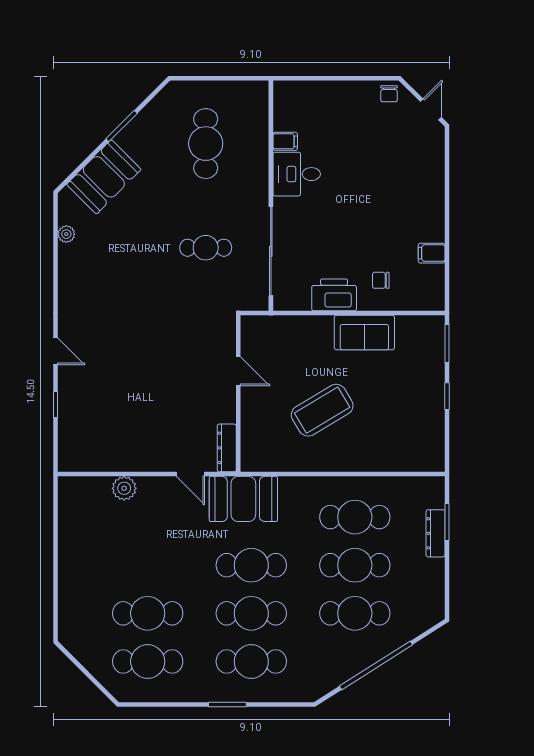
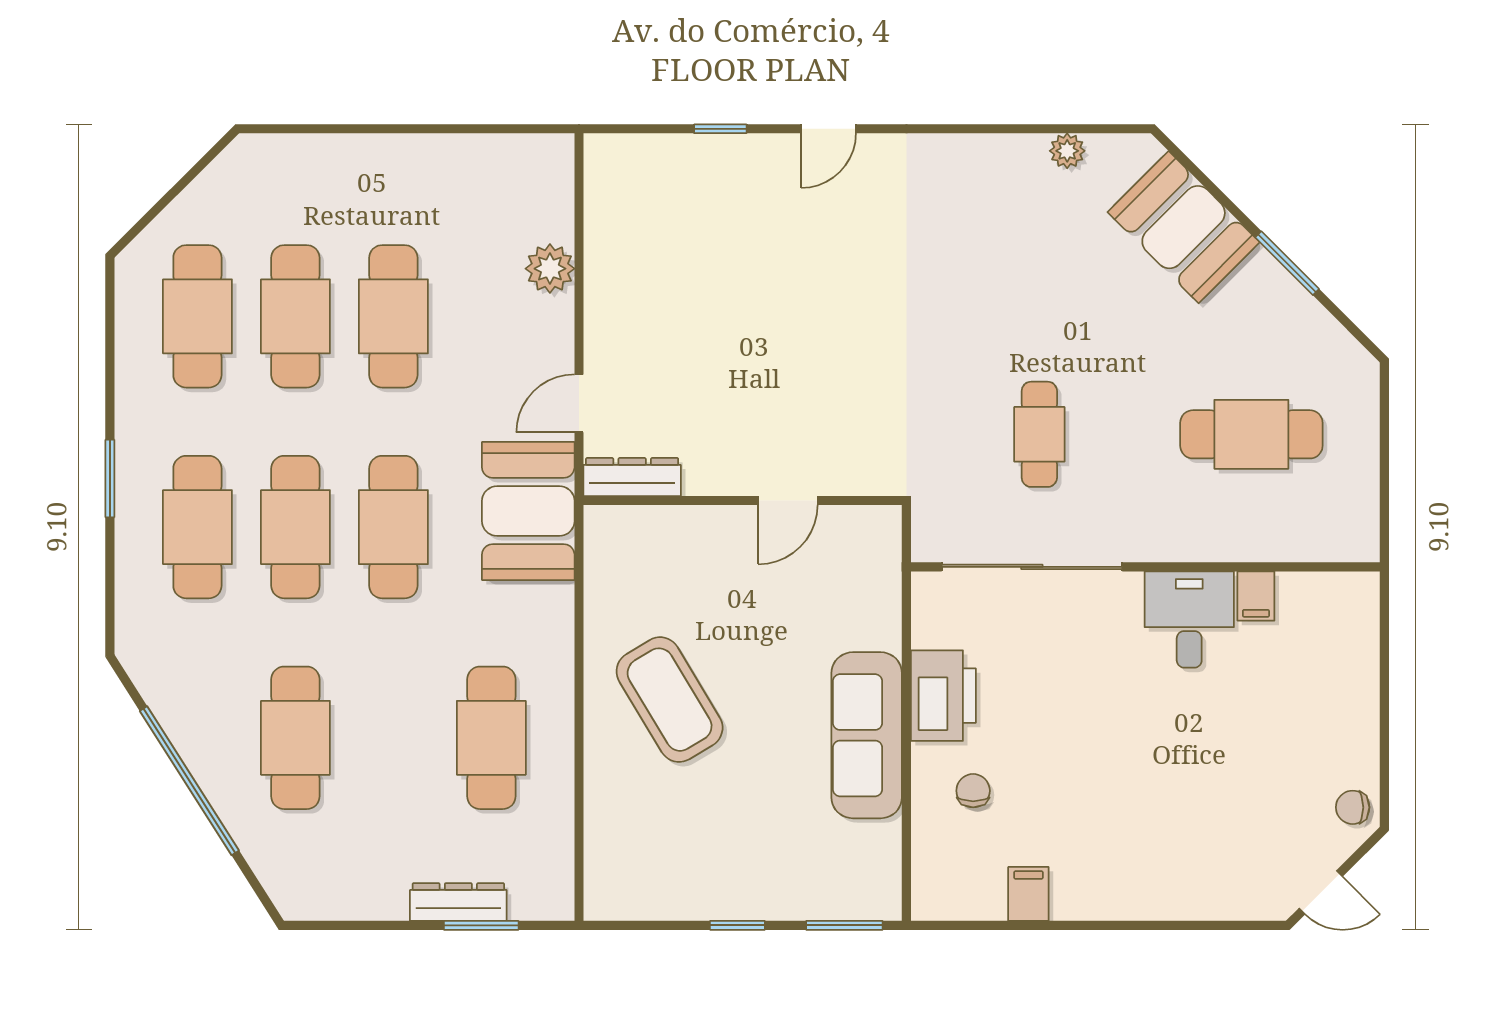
sofa: (364, 333) -> (867, 735), width x1.36
coffee table: (322, 410) -> (670, 700), moved
cafe table: (355, 565) -> (393, 316), moved

